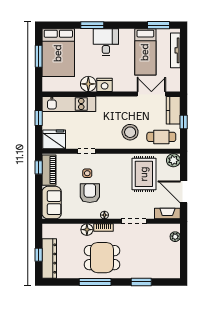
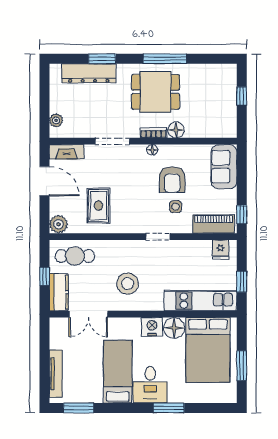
bed: (145, 52) -> (118, 372), moved
bed: (58, 53) -> (208, 350), moved, turned 180
stool: (130, 132) -> (128, 284), moved
fridge: (54, 139) -> (221, 249), width x0.53, depth x0.75
doorway: (87, 151) -> (158, 237), moved
piano: (49, 170) -> (214, 224), moved, turned 90
rug: (144, 174) -> (98, 206), width x0.73, depth x0.70
dresser: (49, 259) -> (89, 73), moved, turned -90

